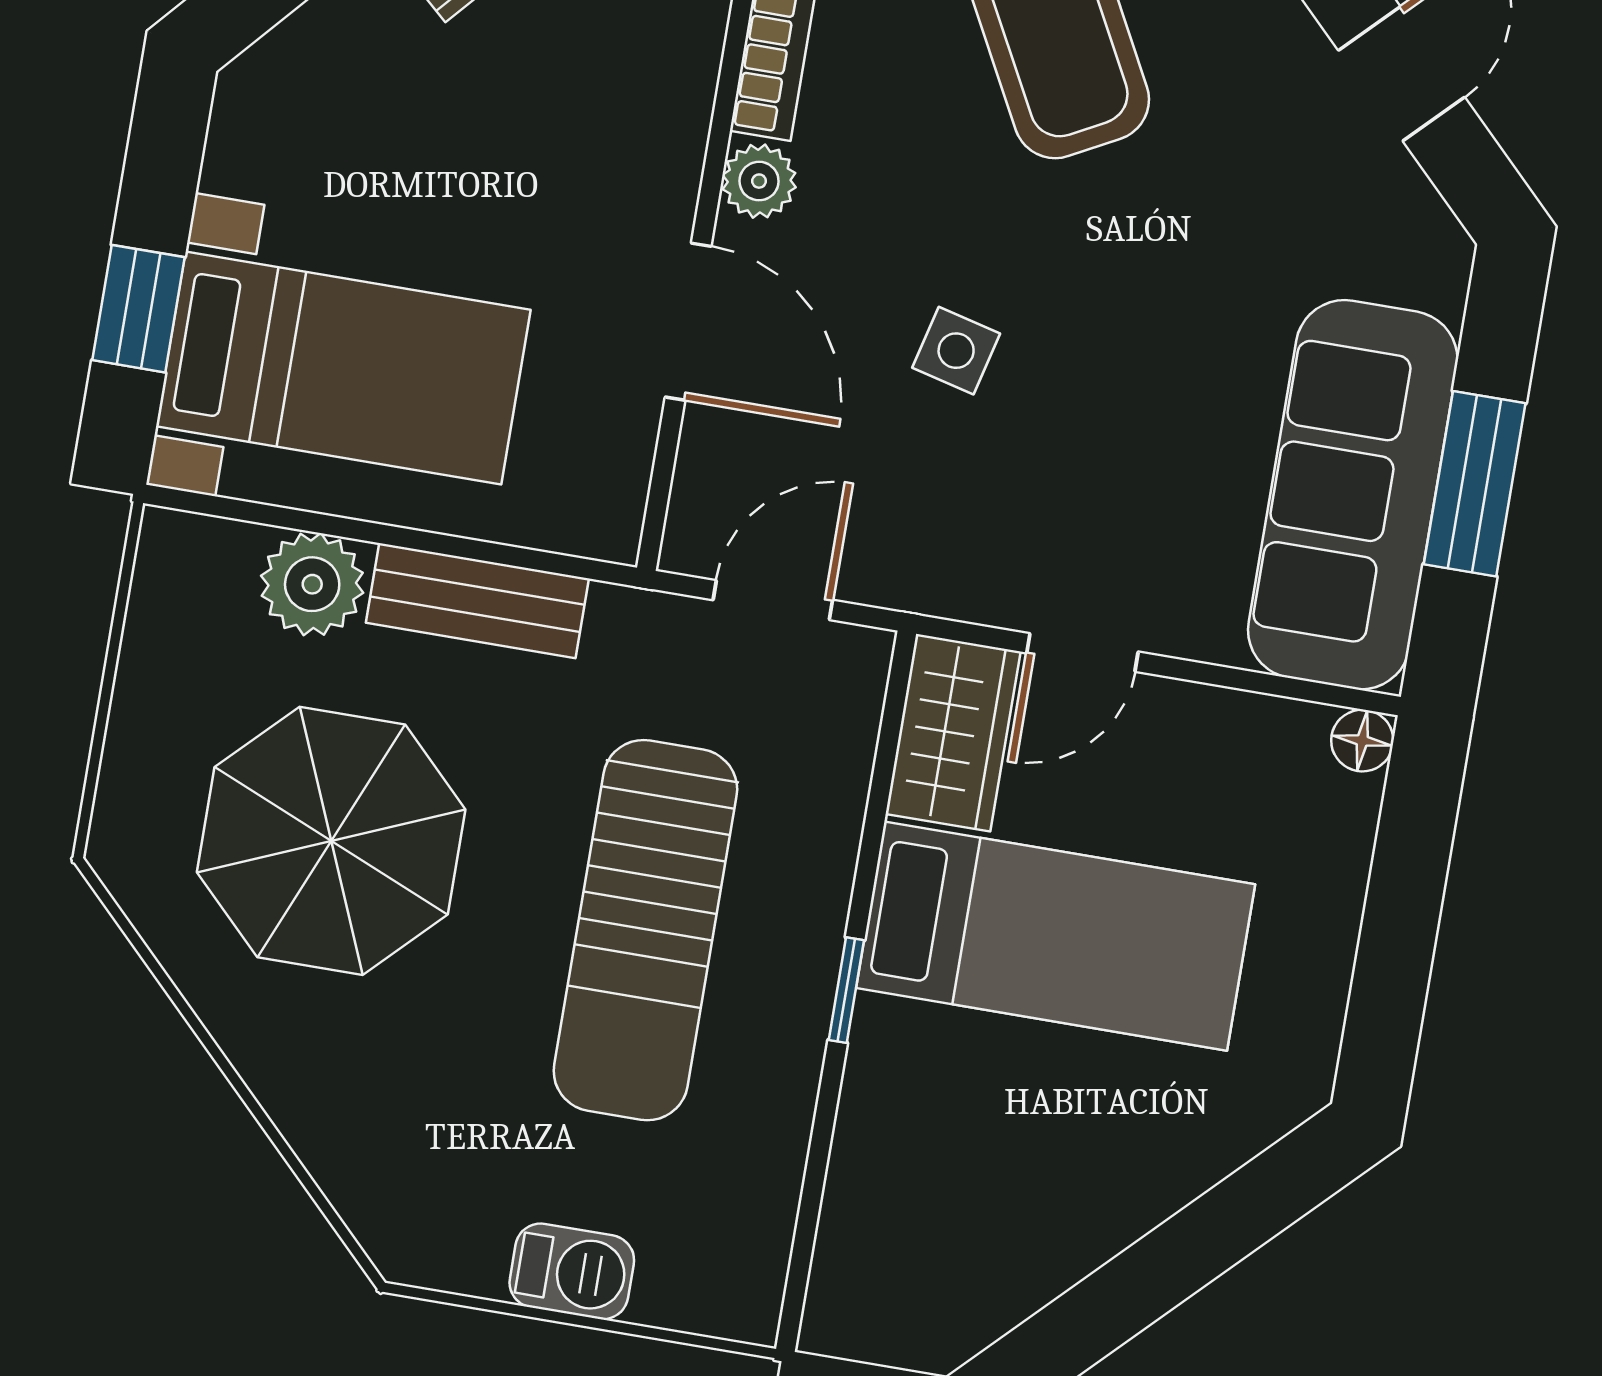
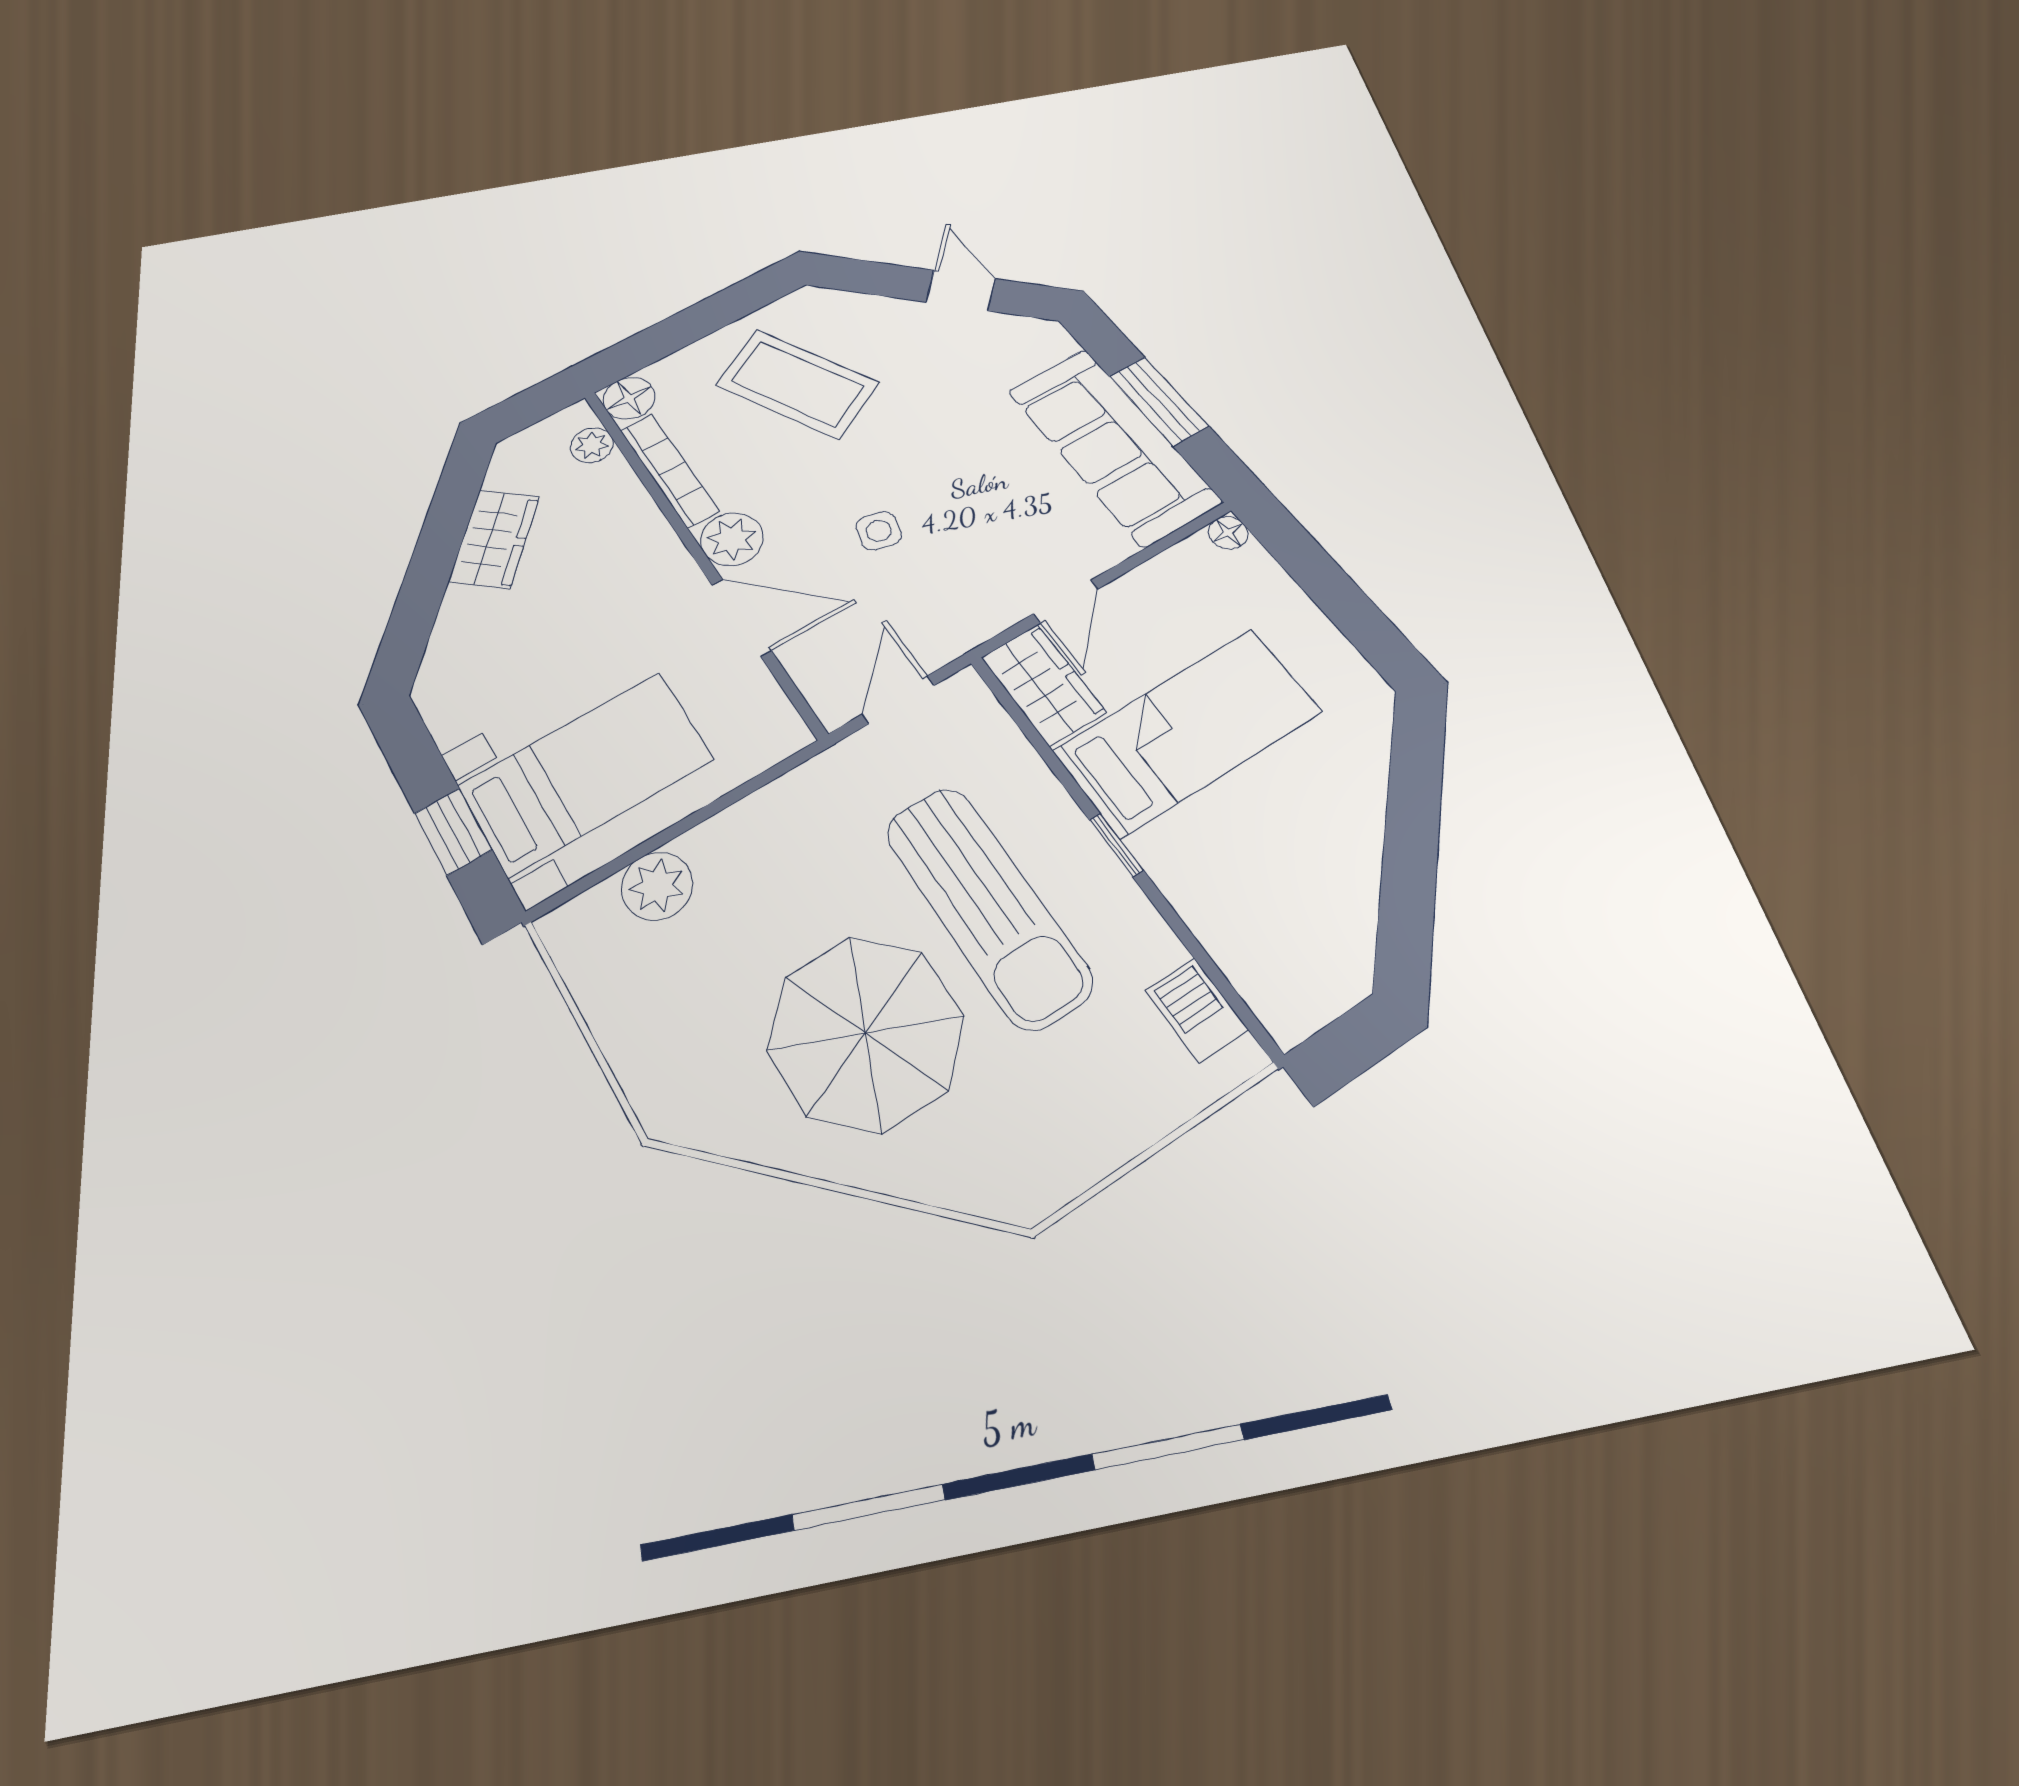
plant: (759, 181) -> (732, 539), width x1.38, depth x1.38
bench: (477, 601) -> (751, 822), removed
parasol: (331, 841) -> (865, 1033), moved
barbecue: (572, 1271) -> (1197, 1010), moved, turned -90

